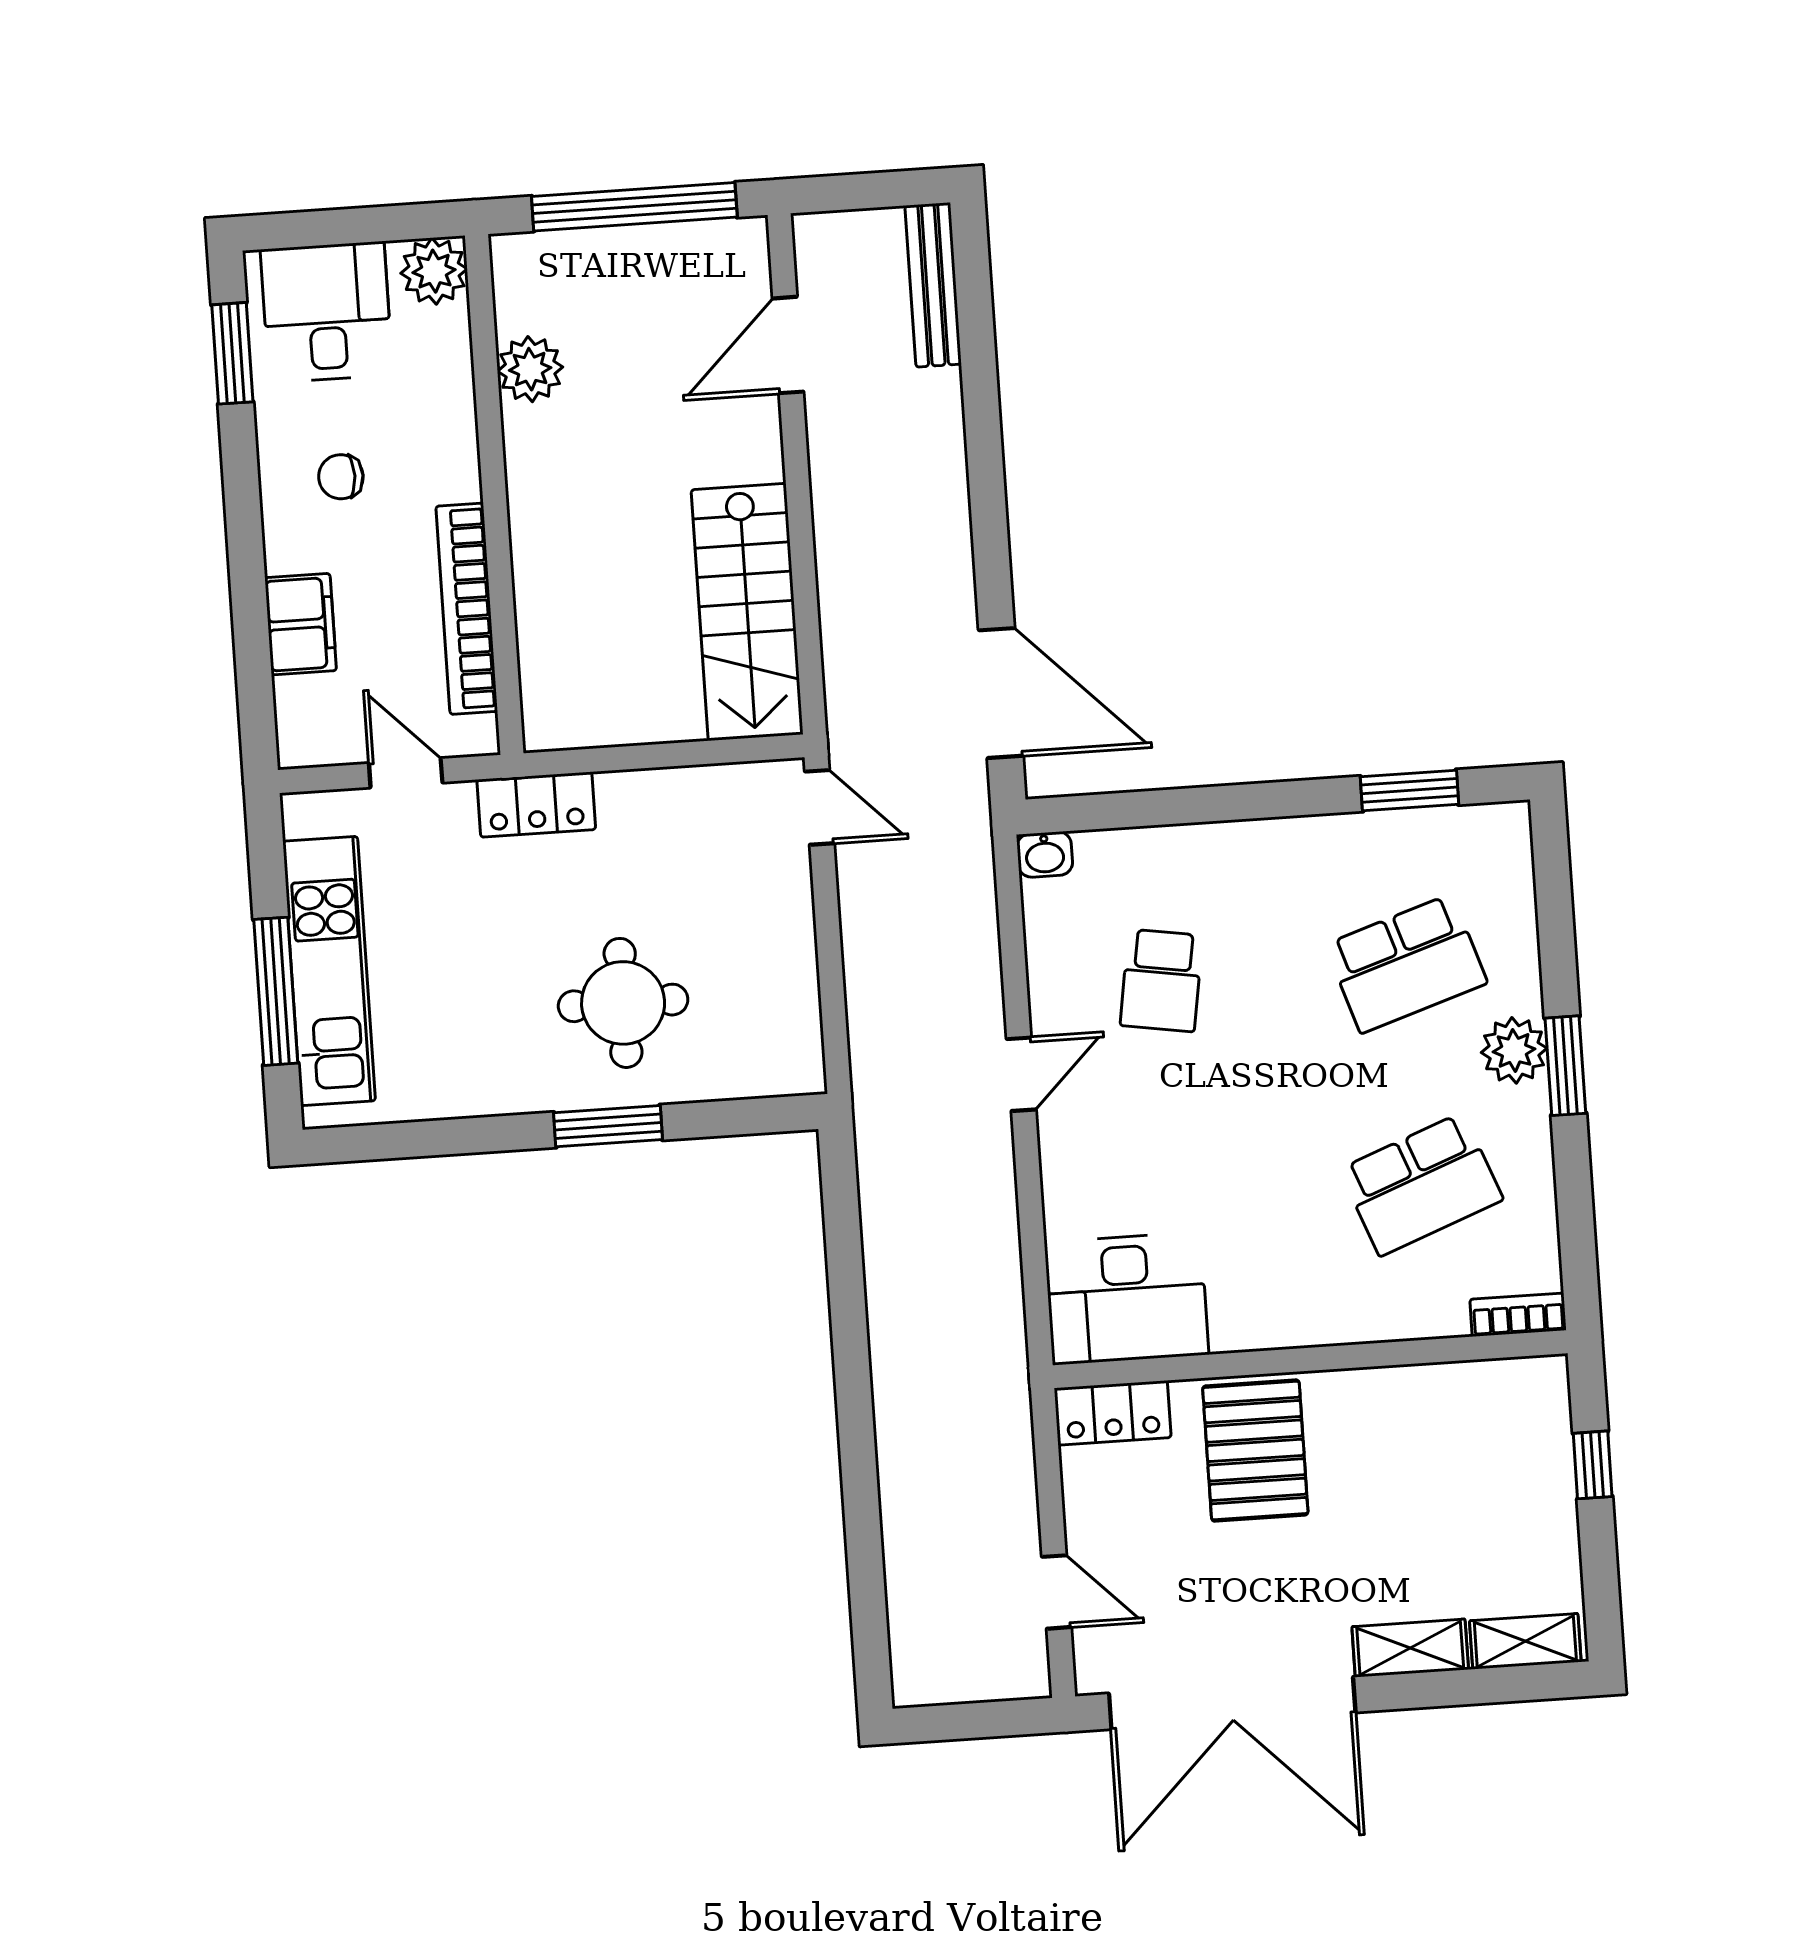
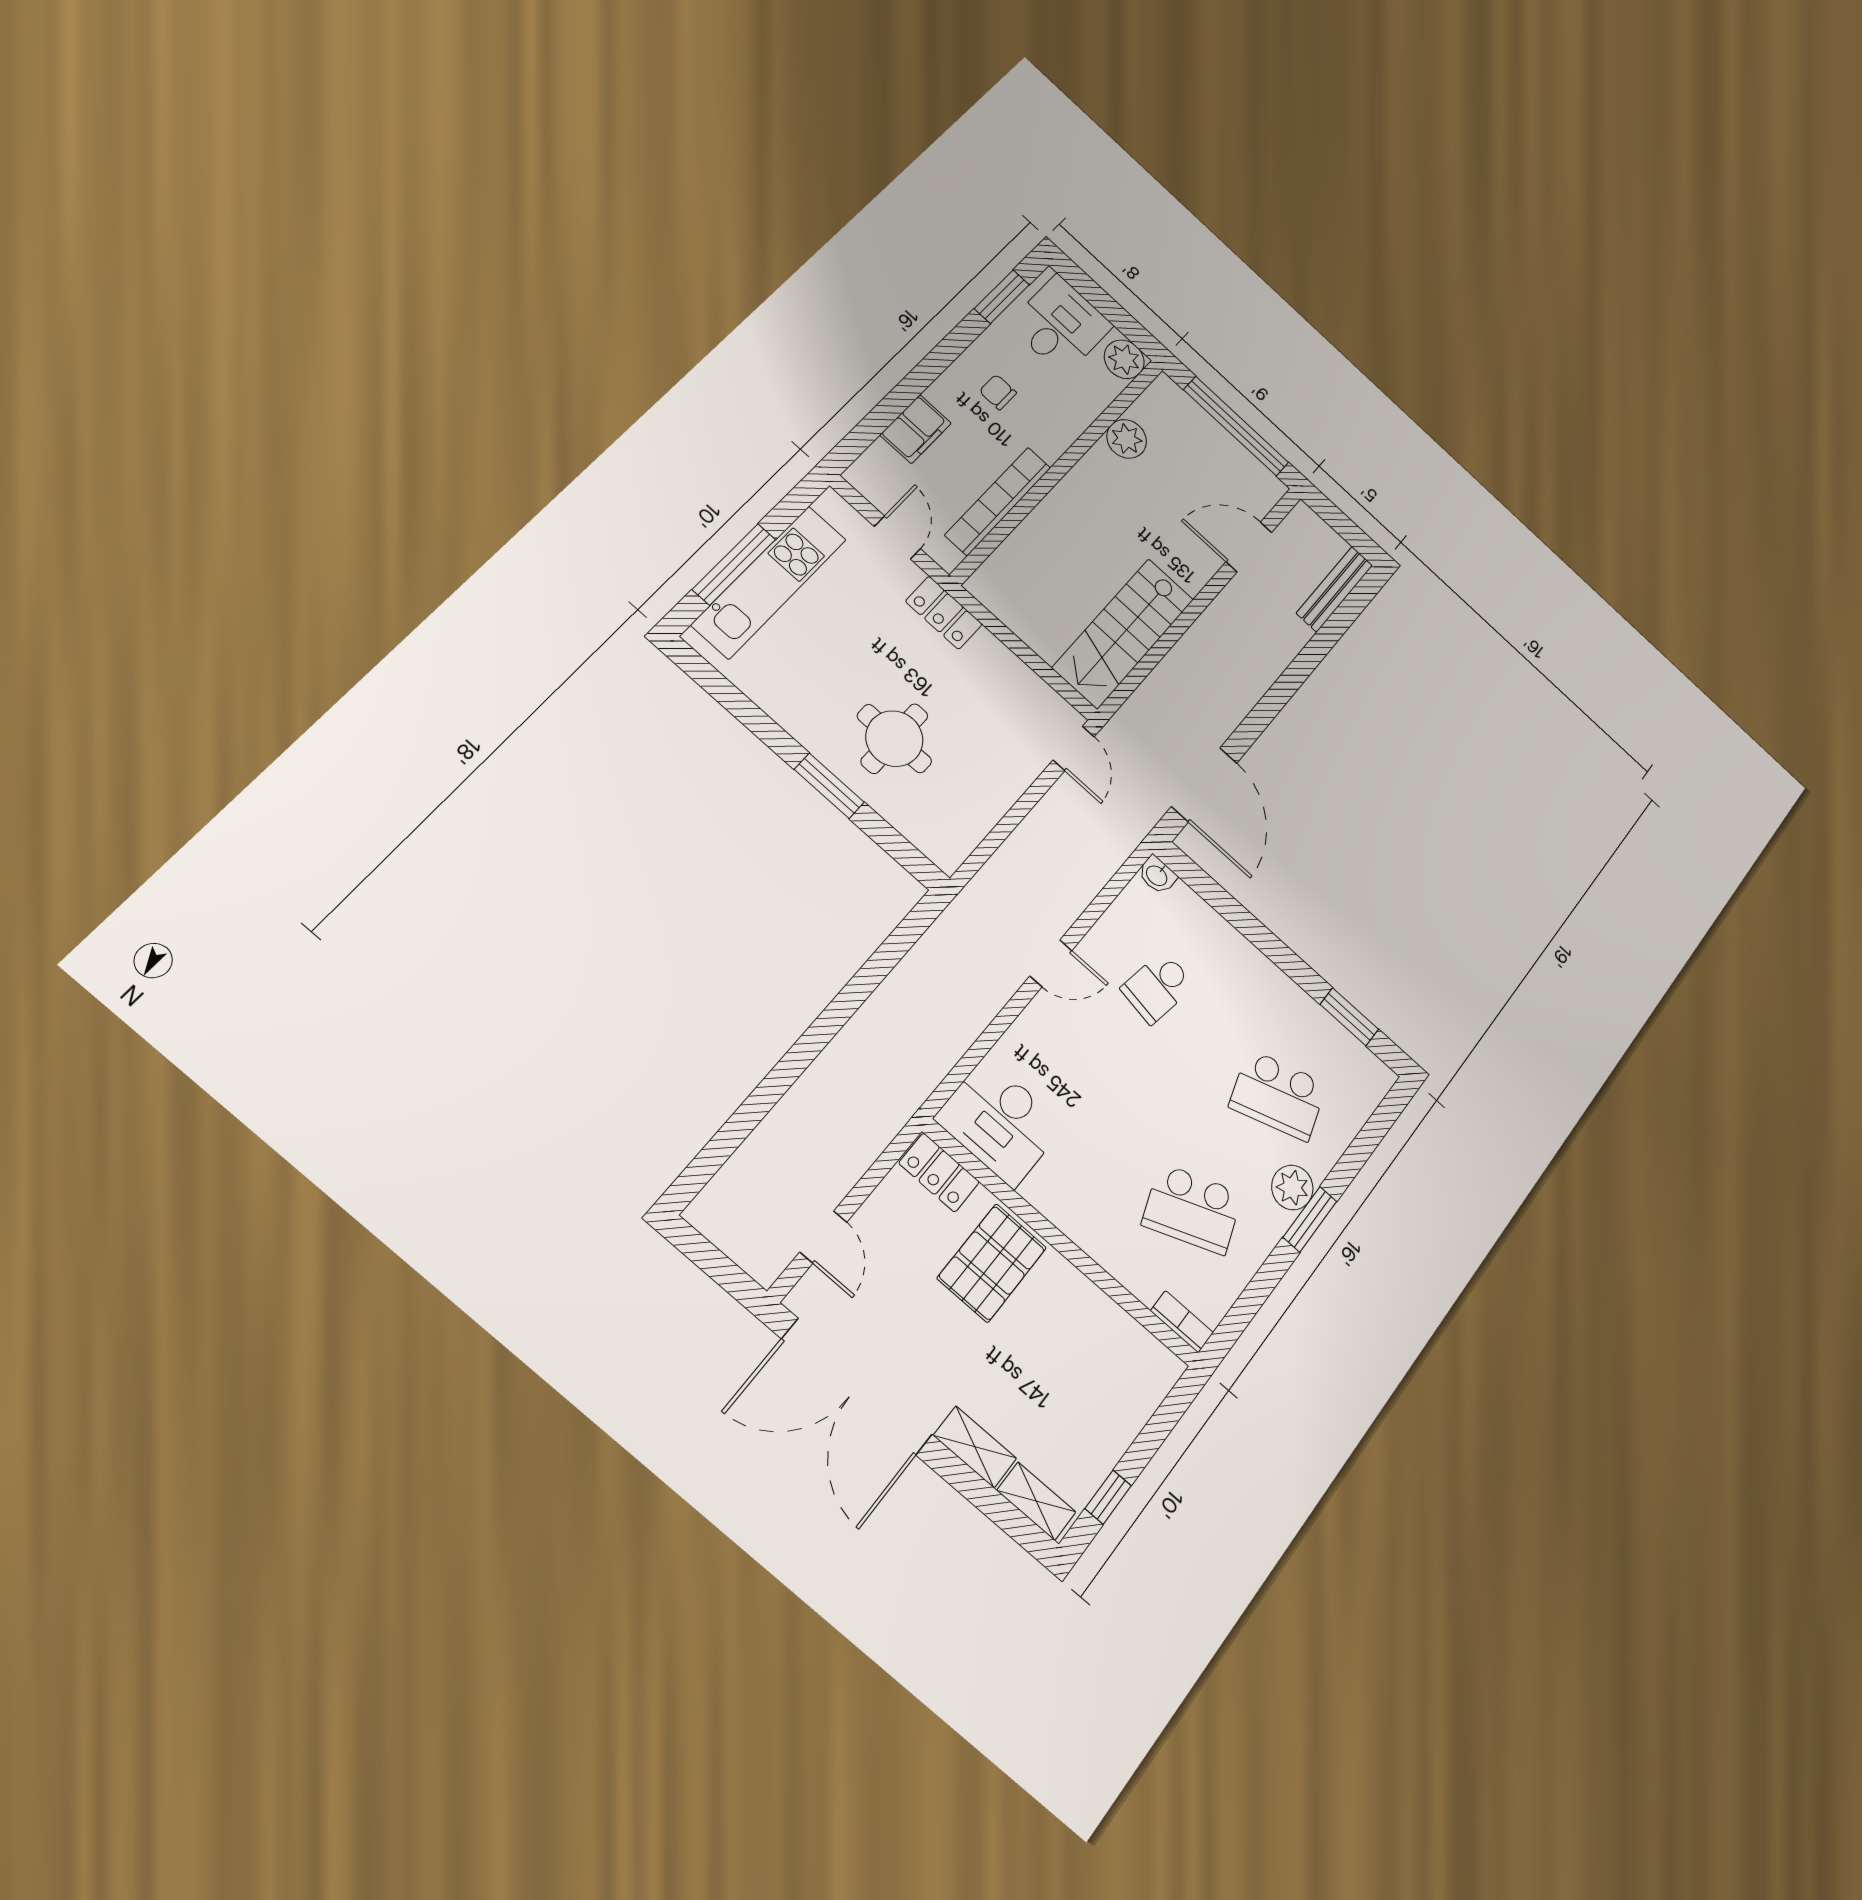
window: (1593, 1465) -> (1108, 1497), moved

